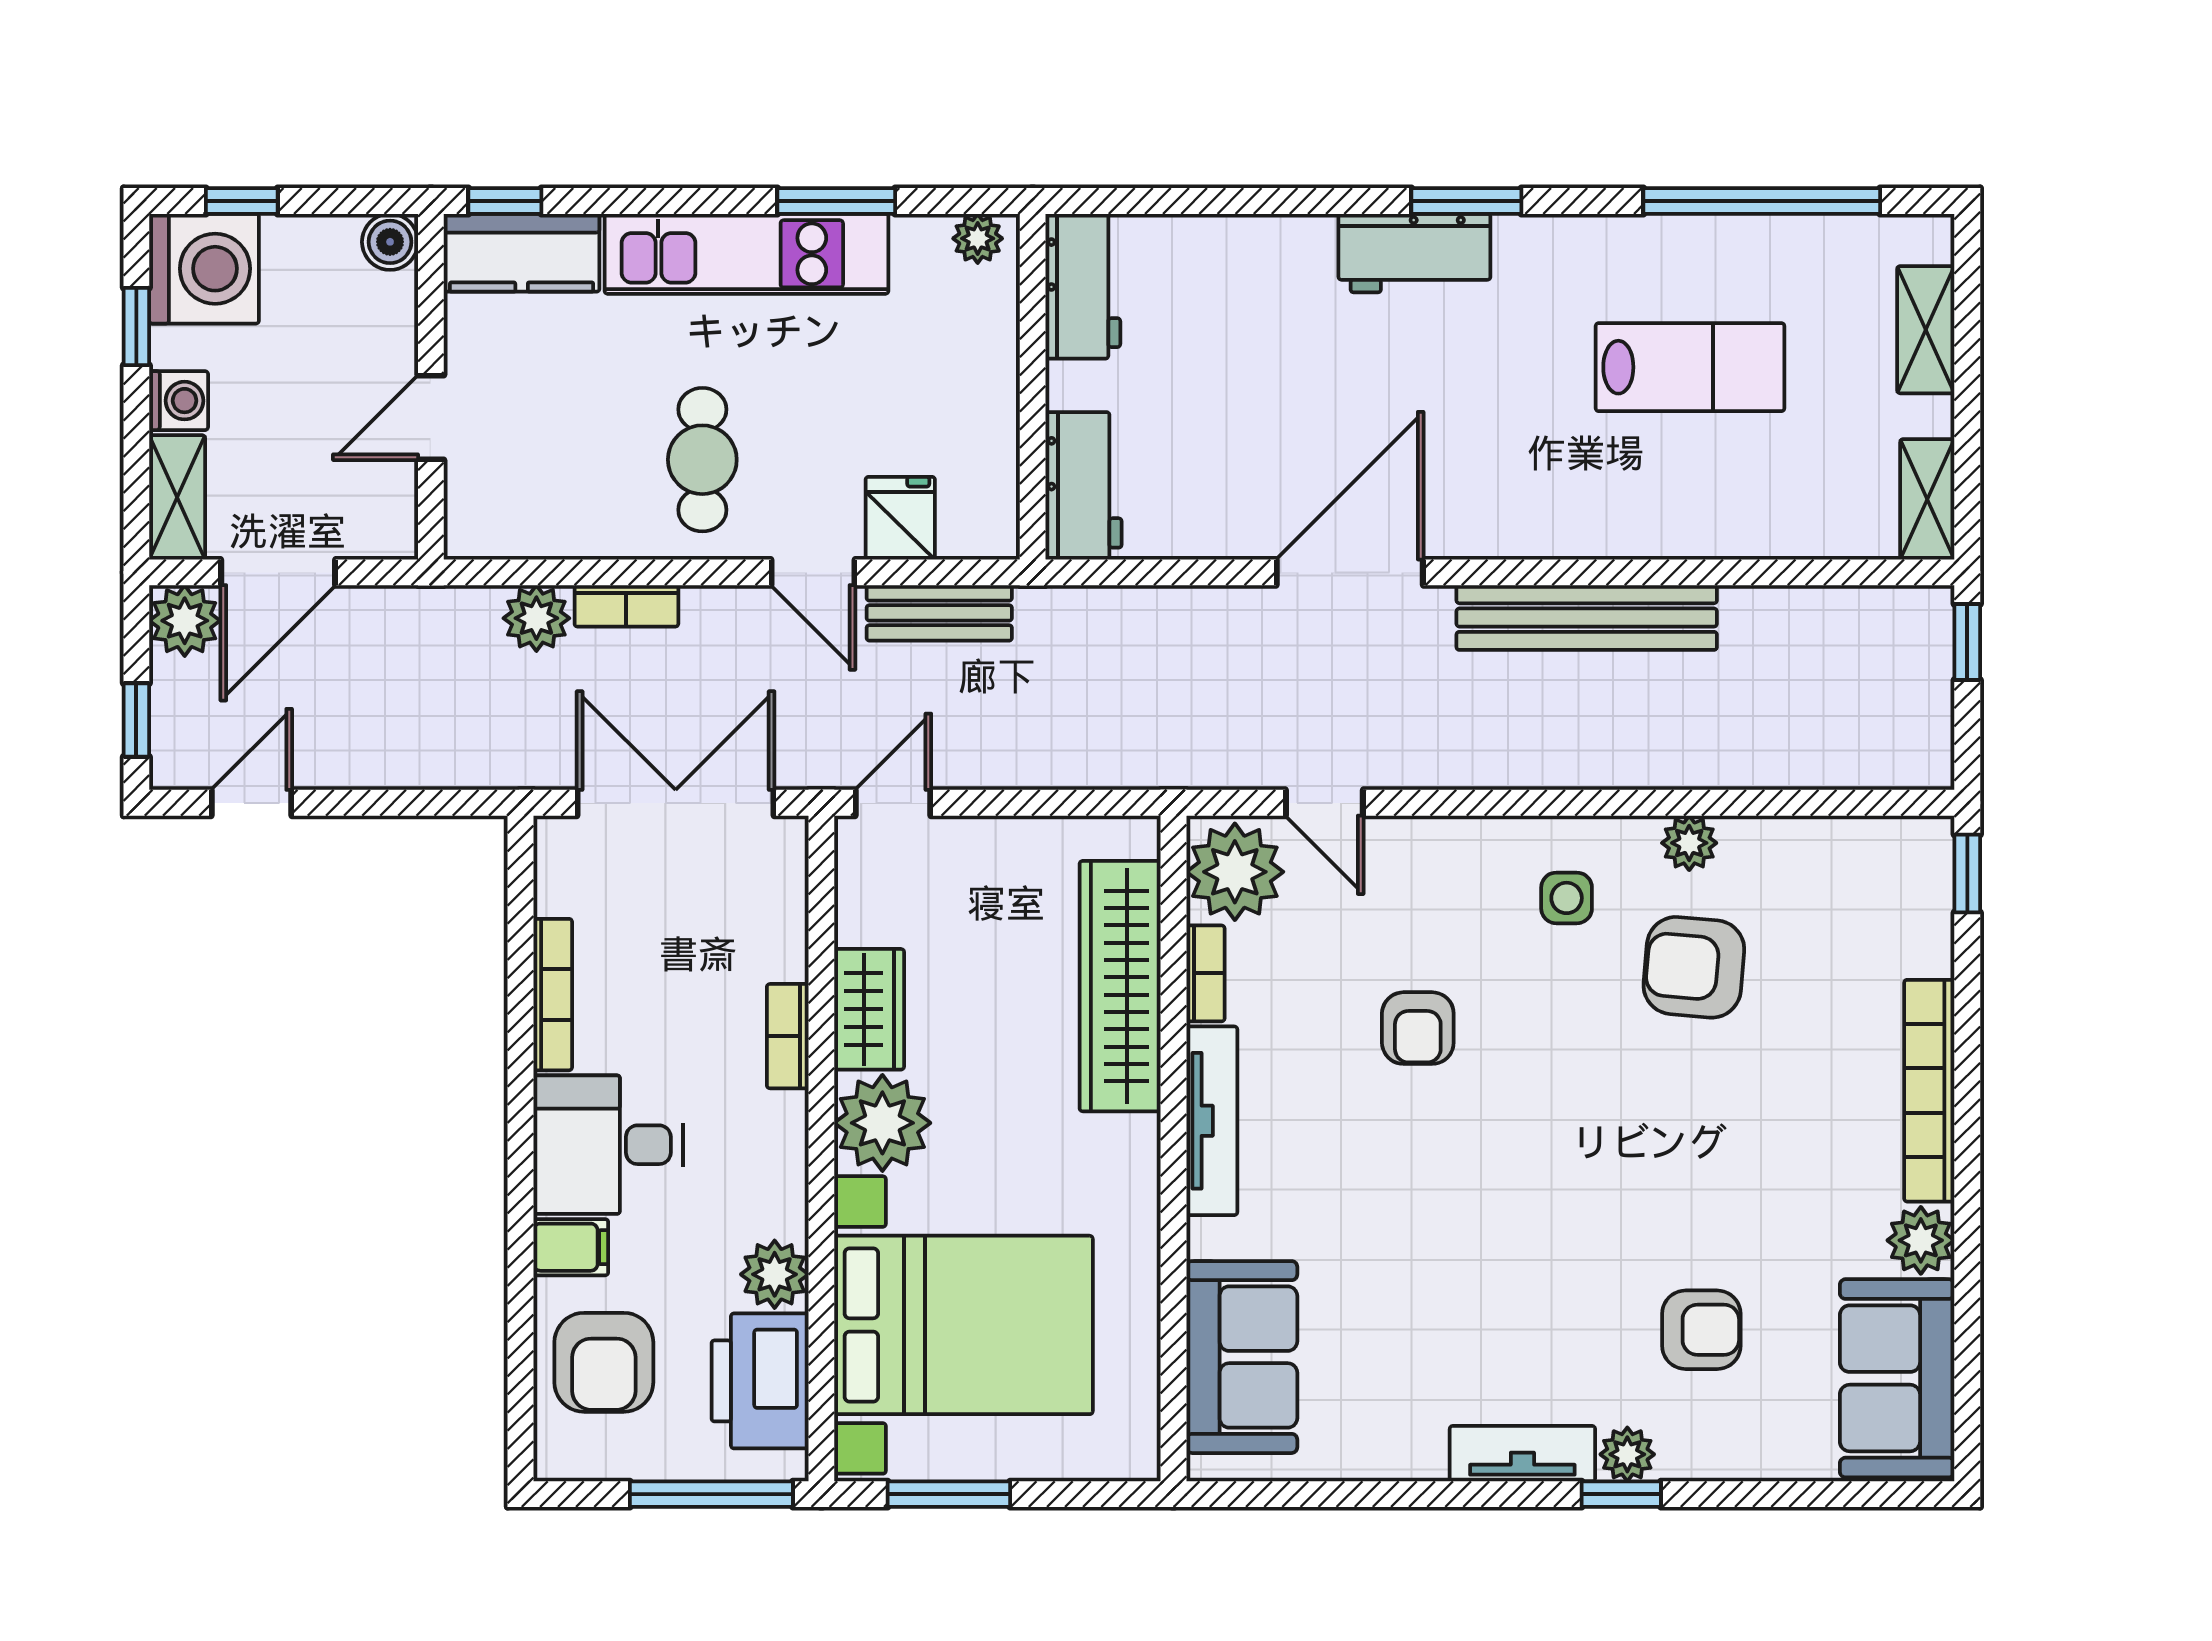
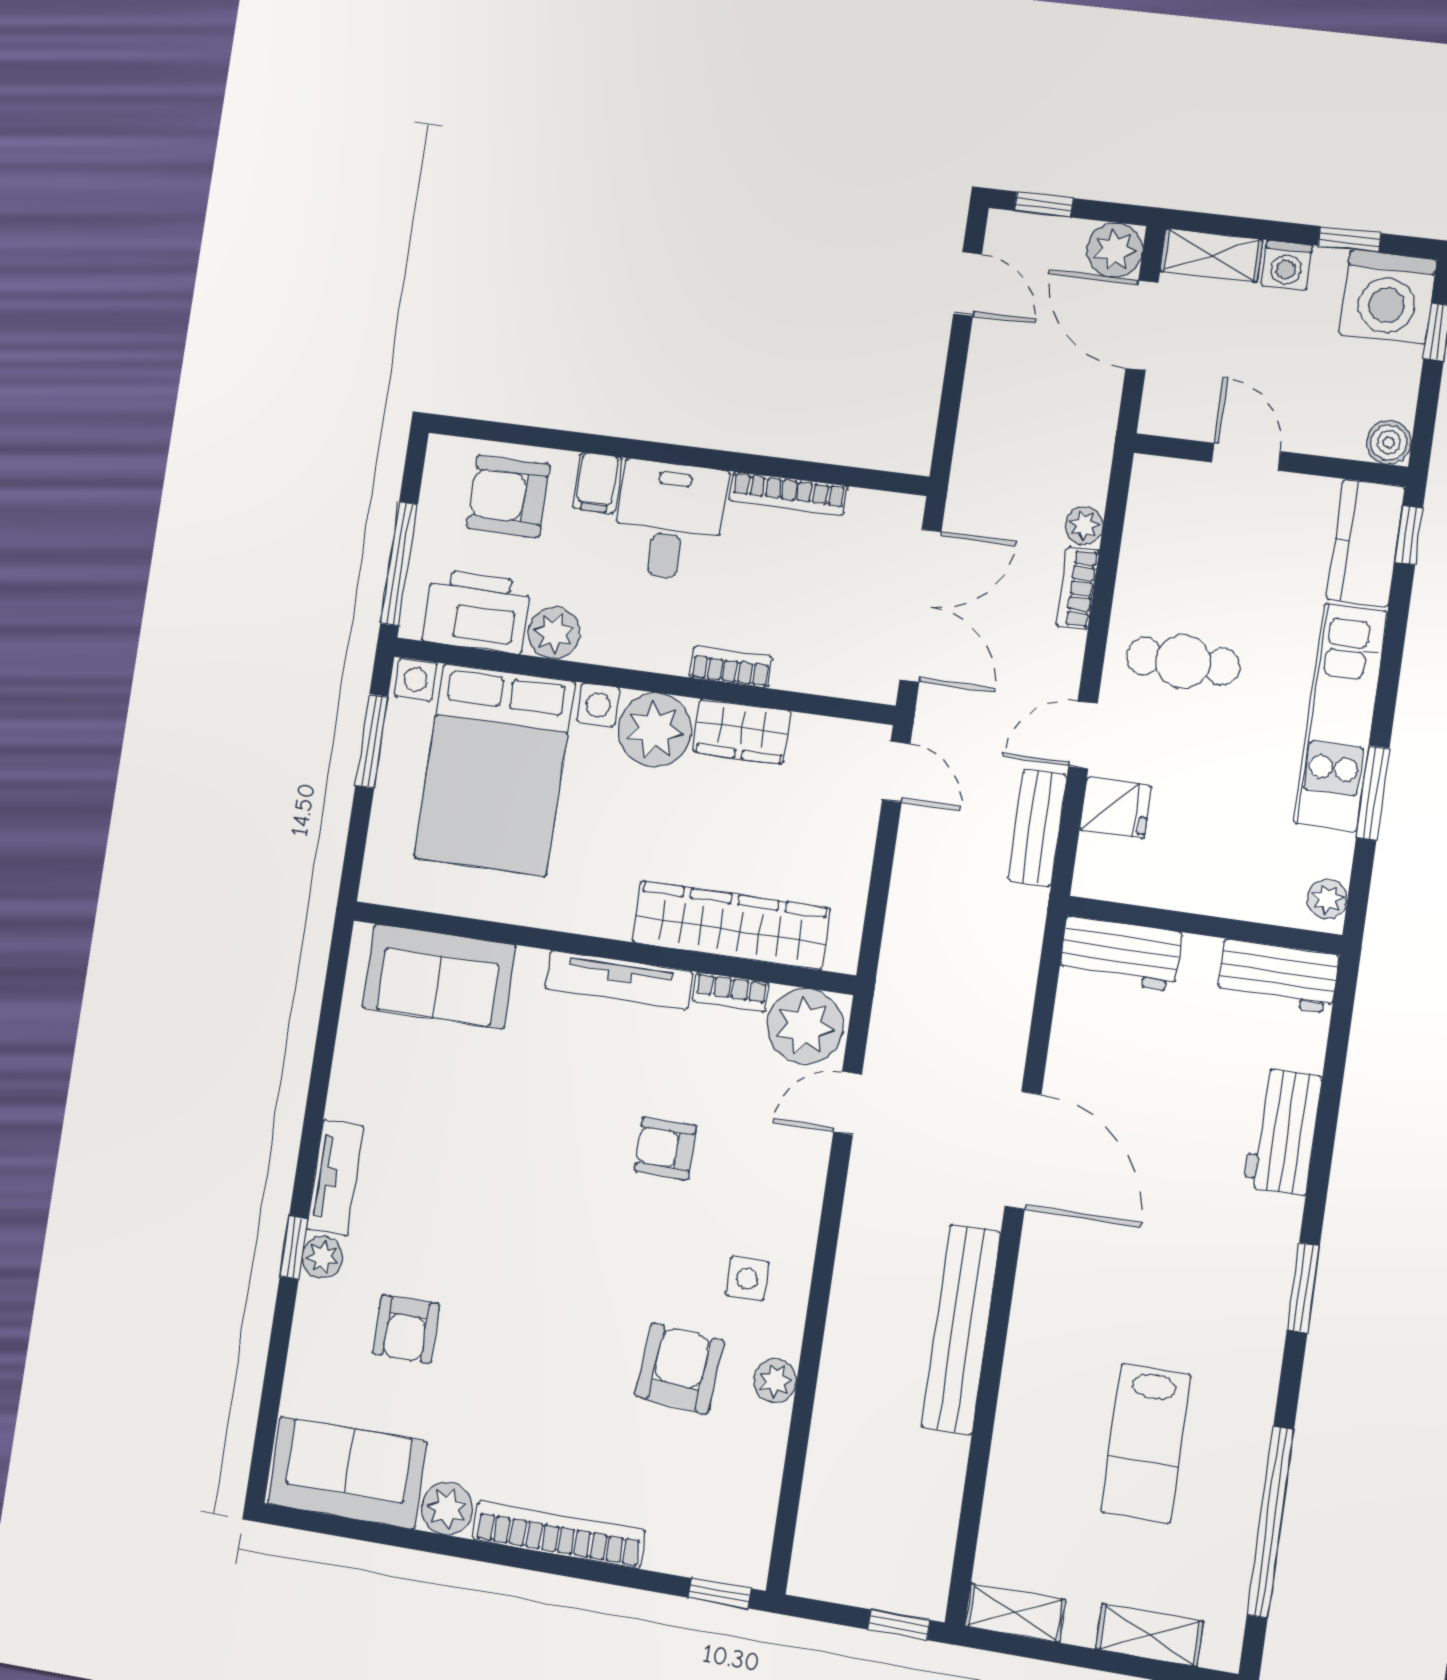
workbench: (1414, 253) -> (1283, 1132), moved
plant: (536, 618) -> (1084, 526), width x0.73, depth x0.73

